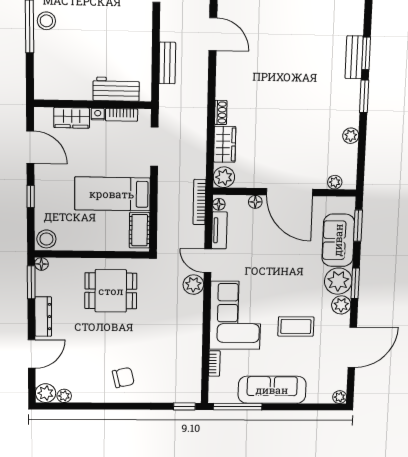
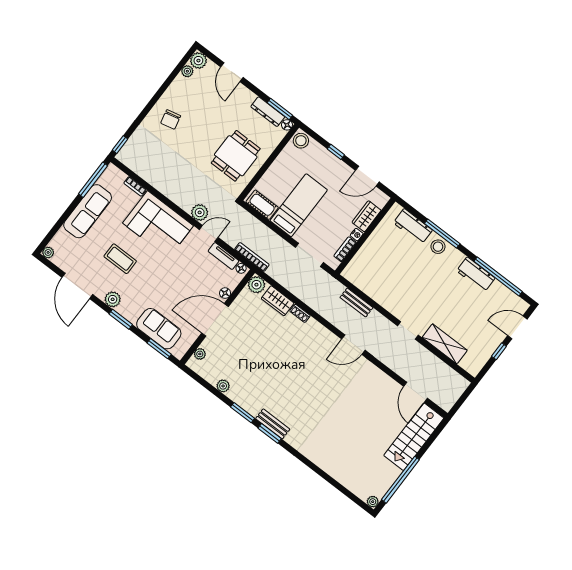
workbench: (116, 89) -> (413, 226), moved, turned 90
plant: (338, 281) -> (131, 309), removed
dresser: (43, 316) -> (268, 112), moved
coffee table: (296, 326) -> (120, 259), turned 90

